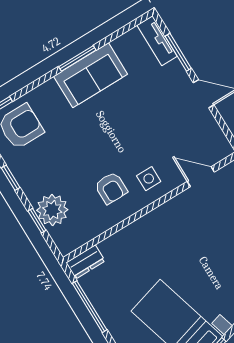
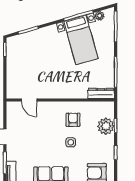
side table: (149, 179) -> (71, 142), moved
dresser: (85, 262) -> (101, 93), width x1.44

